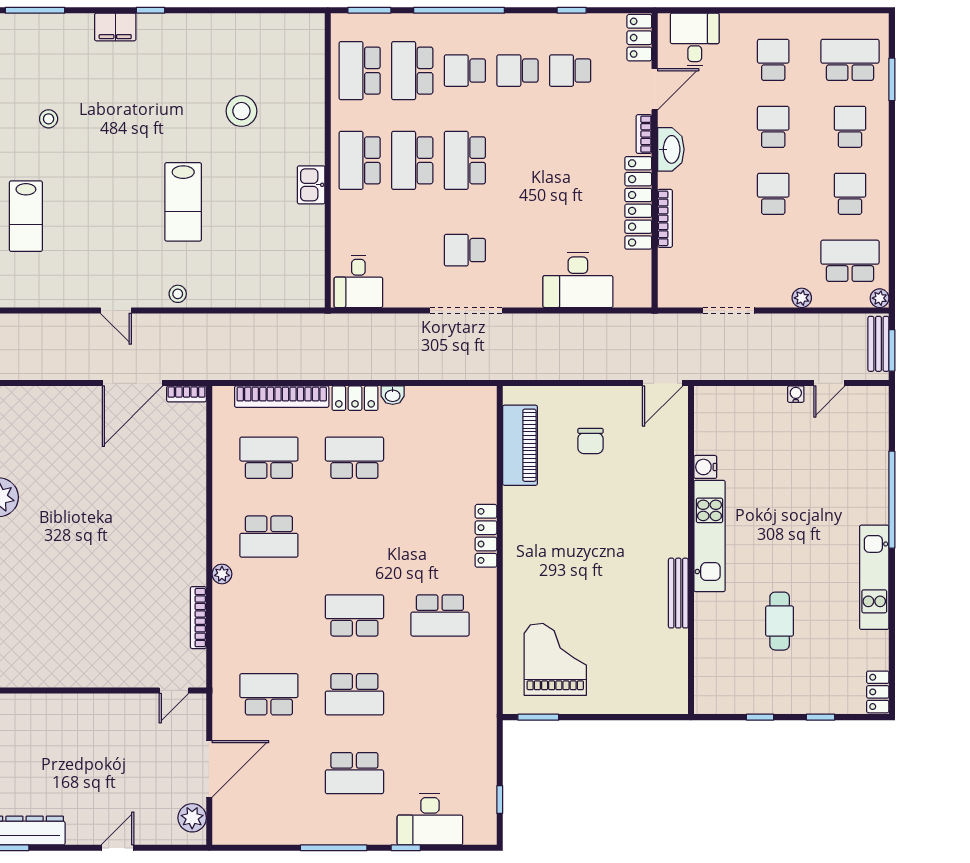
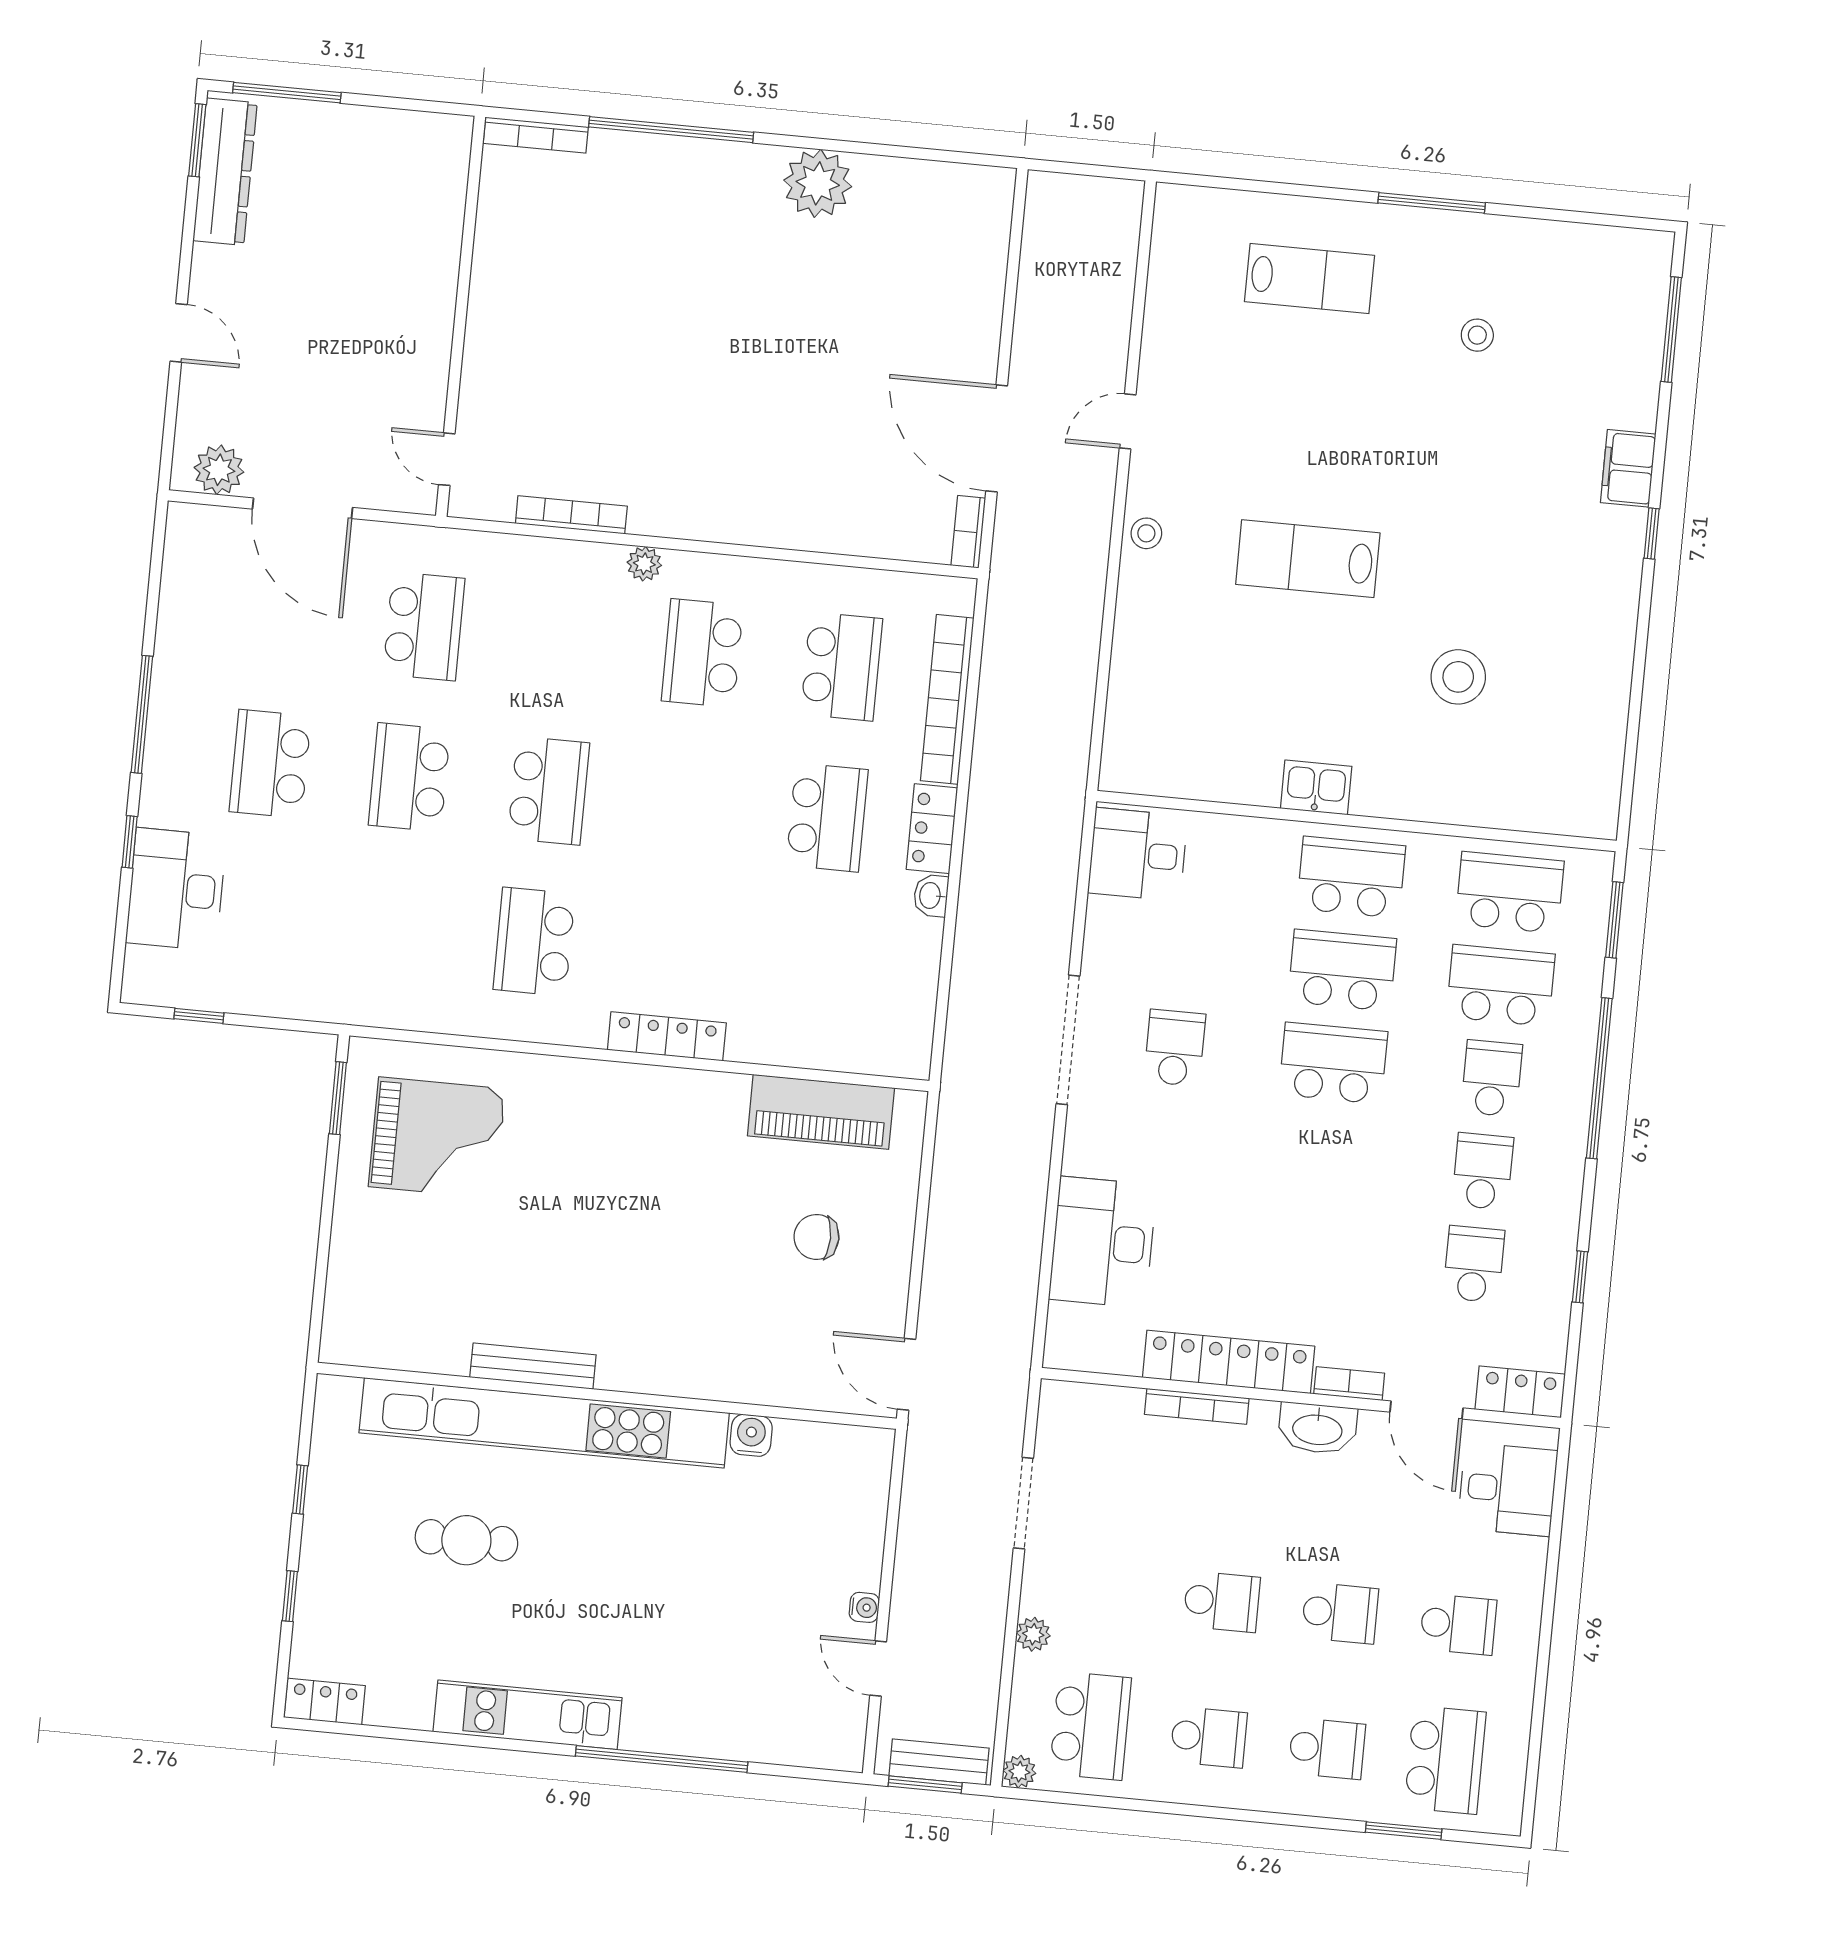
lab bench: (26, 216) -> (1309, 279), turned 180
kitchen unit: (710, 536) -> (544, 1423), width x1.86

